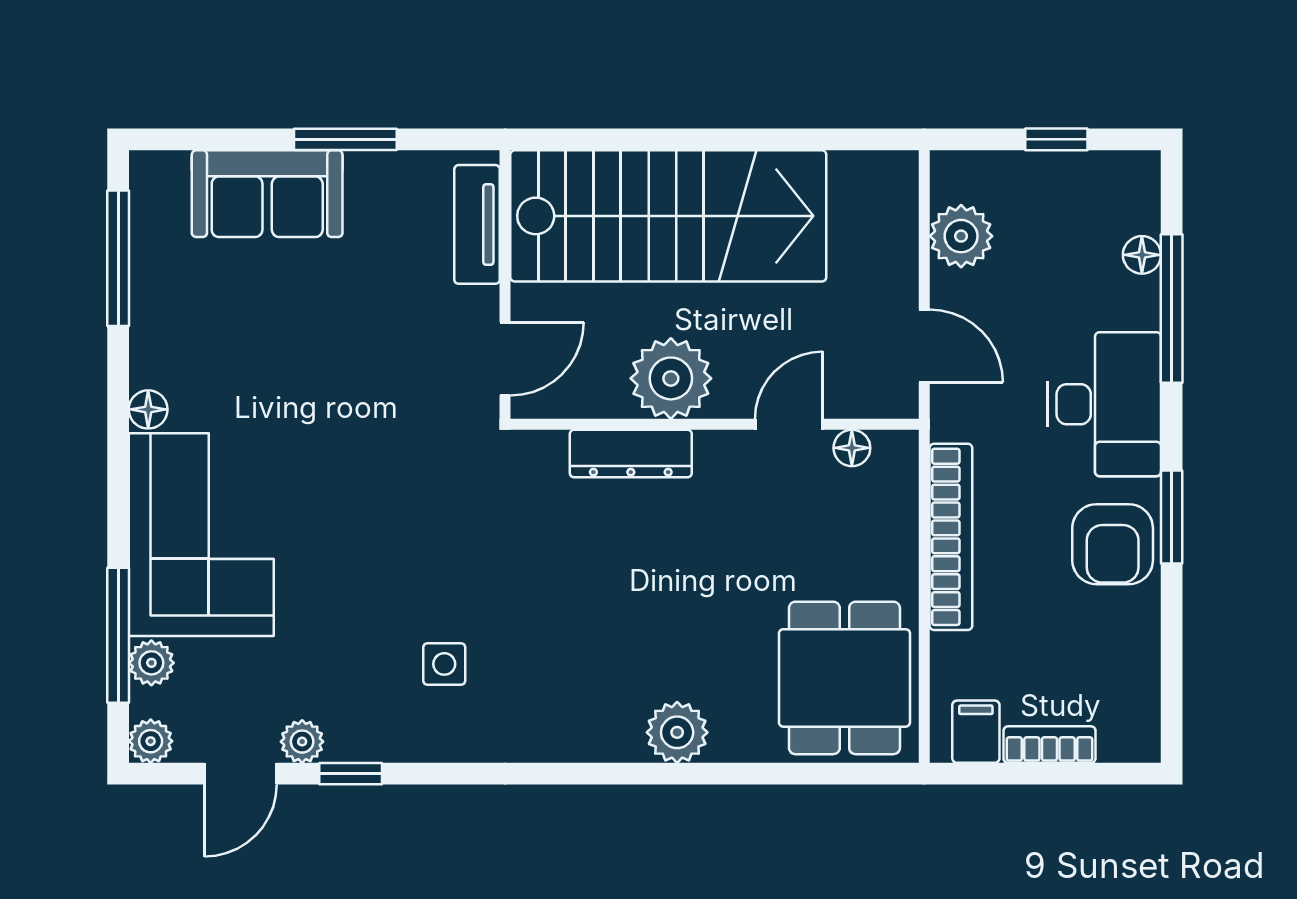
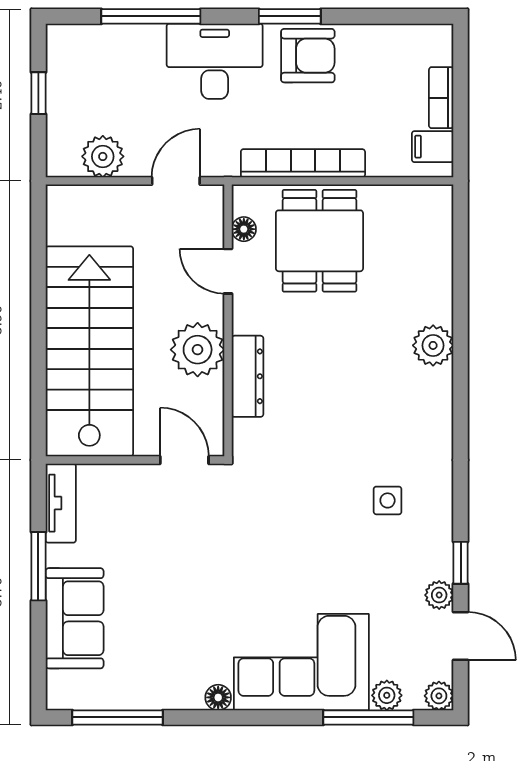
tv unit: (477, 224) -> (61, 503), moved, turned -90
floor lamp: (1142, 255) -> (115, 36), removed
dining table: (844, 678) -> (319, 241), moved, turned 90

